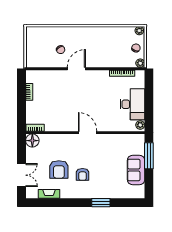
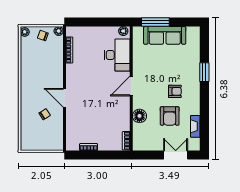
desk: (132, 104) -> (117, 55), moved, turned 90
floor lamp: (32, 141) -> (139, 116), moved
armchair: (59, 169) -> (170, 116), turned 90
sofa: (136, 170) -> (165, 35), width x1.36

